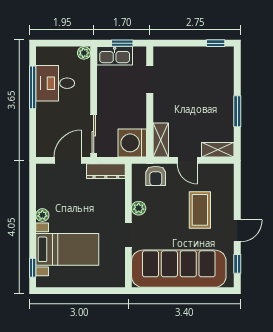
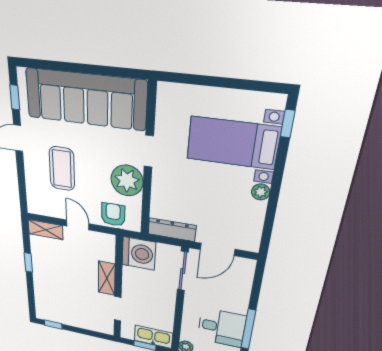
window: (237, 111) -> (28, 262), width x0.67
shelving: (161, 140) -> (107, 278), moved
plant: (139, 208) -> (127, 181), width x1.88, depth x1.88

